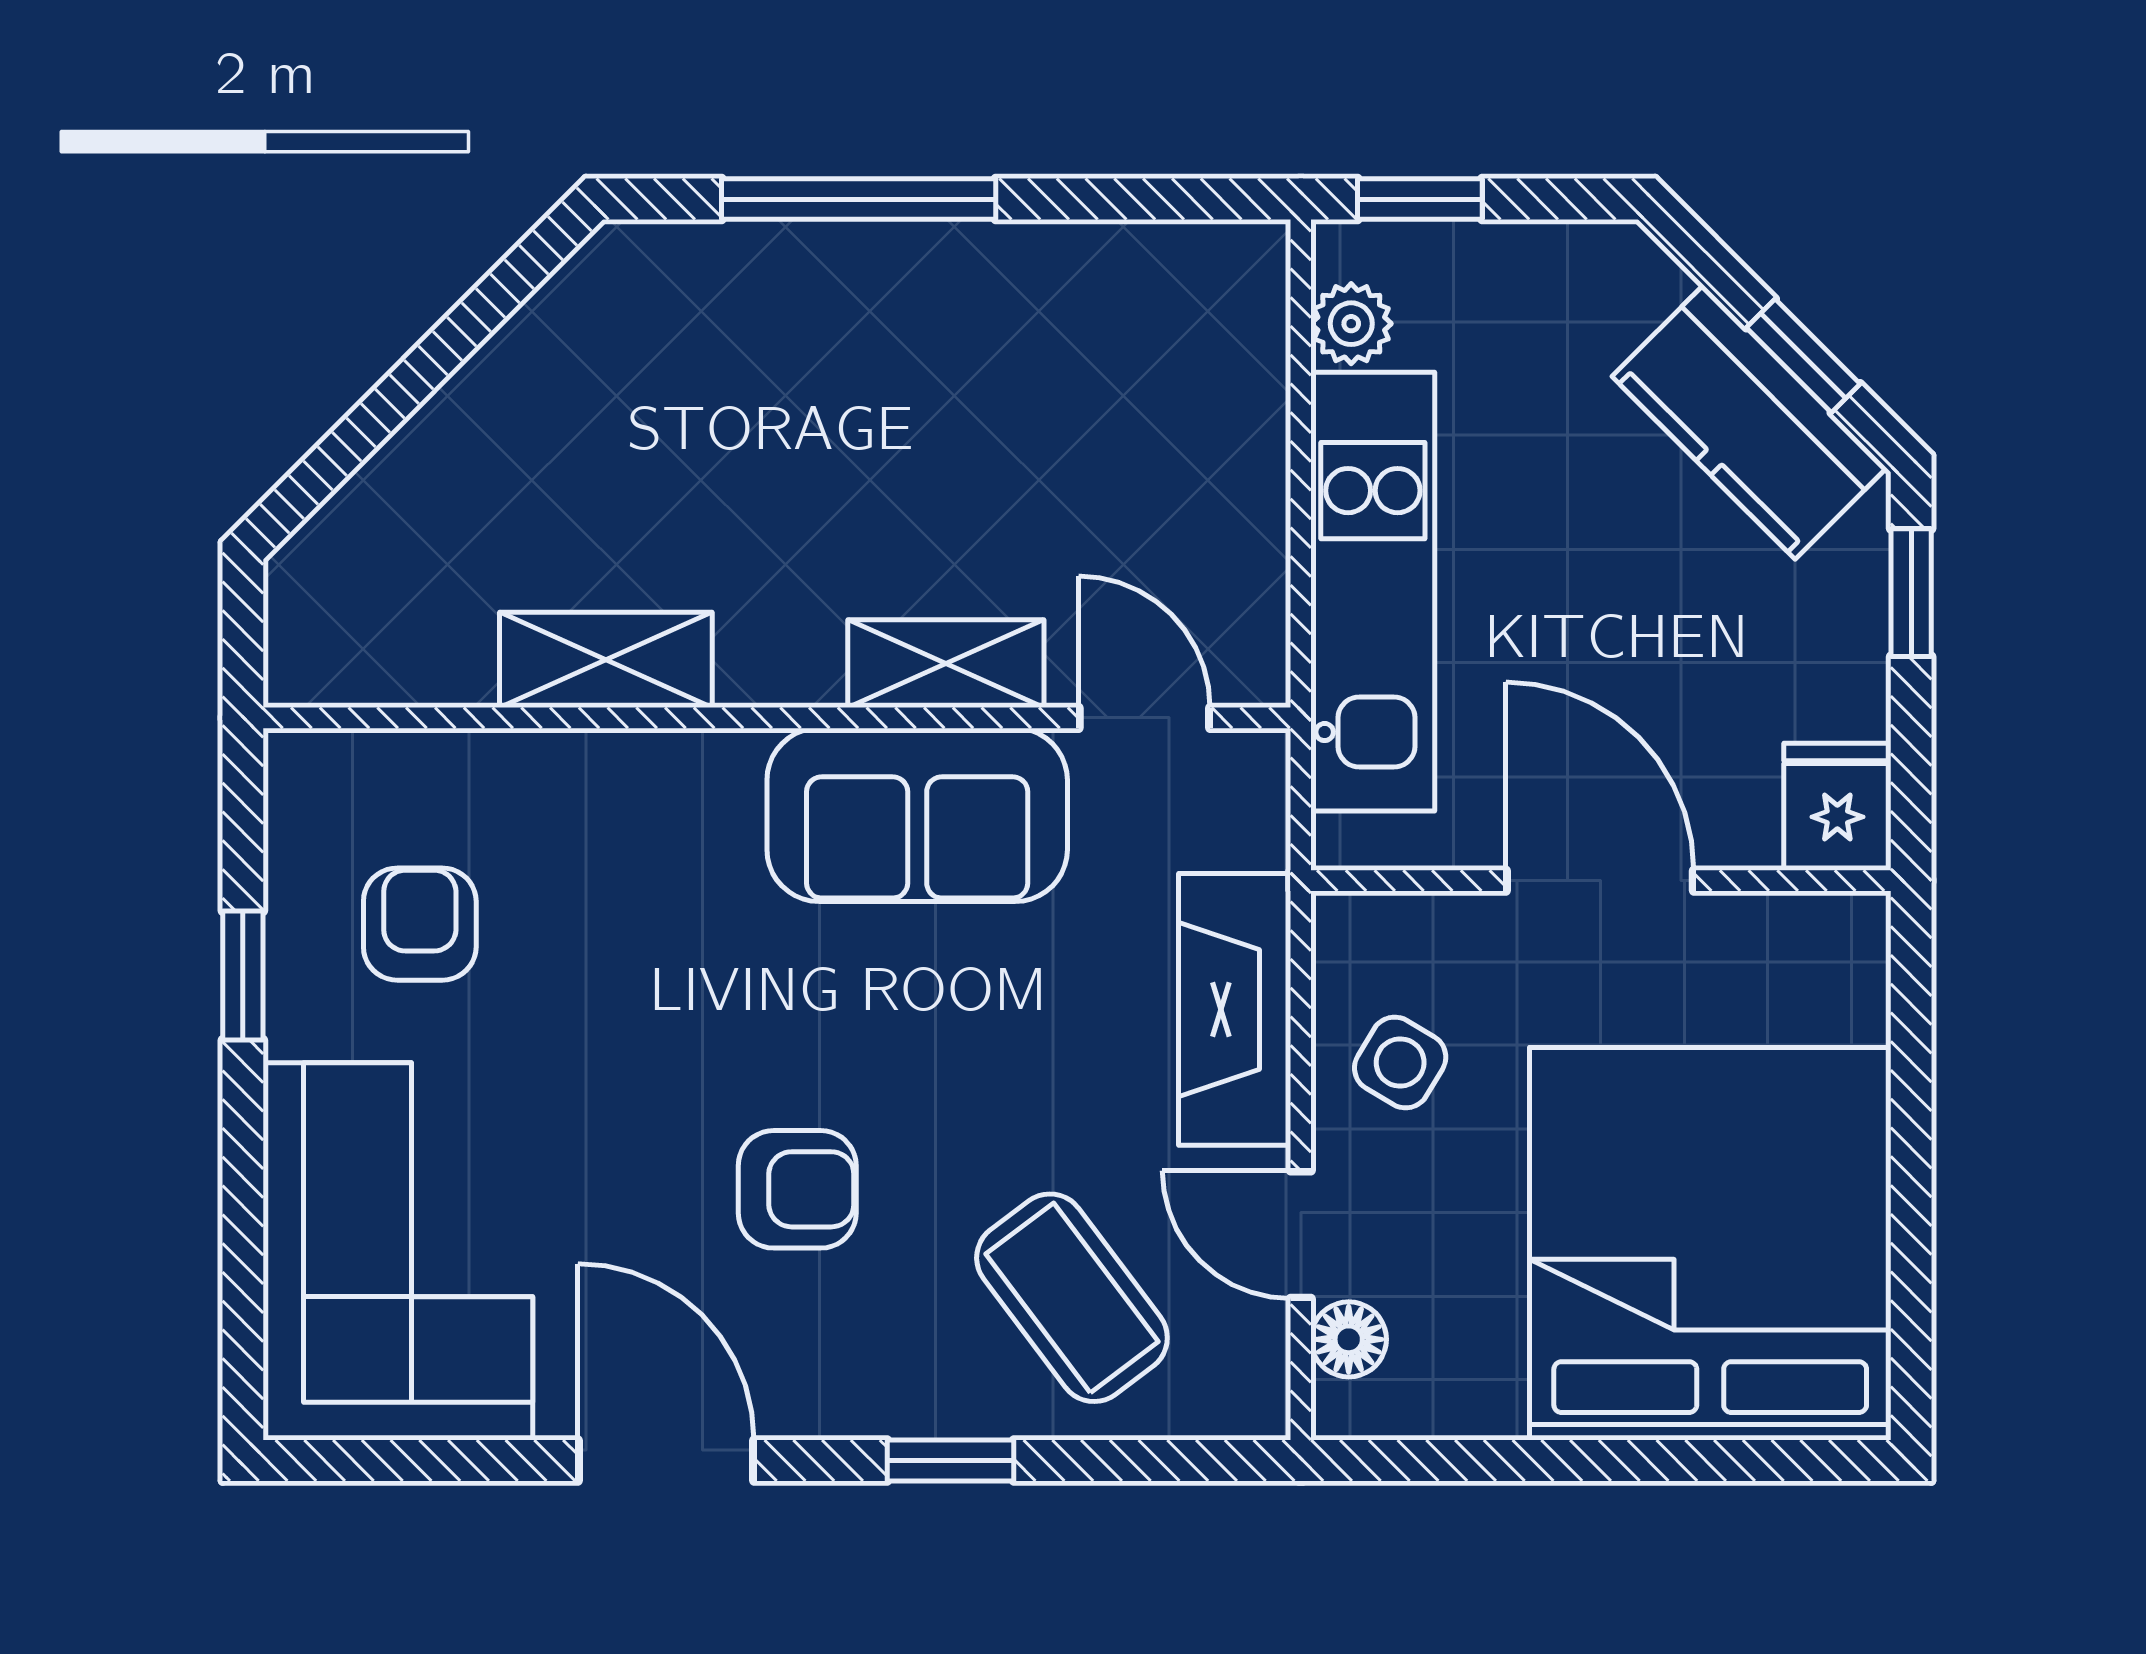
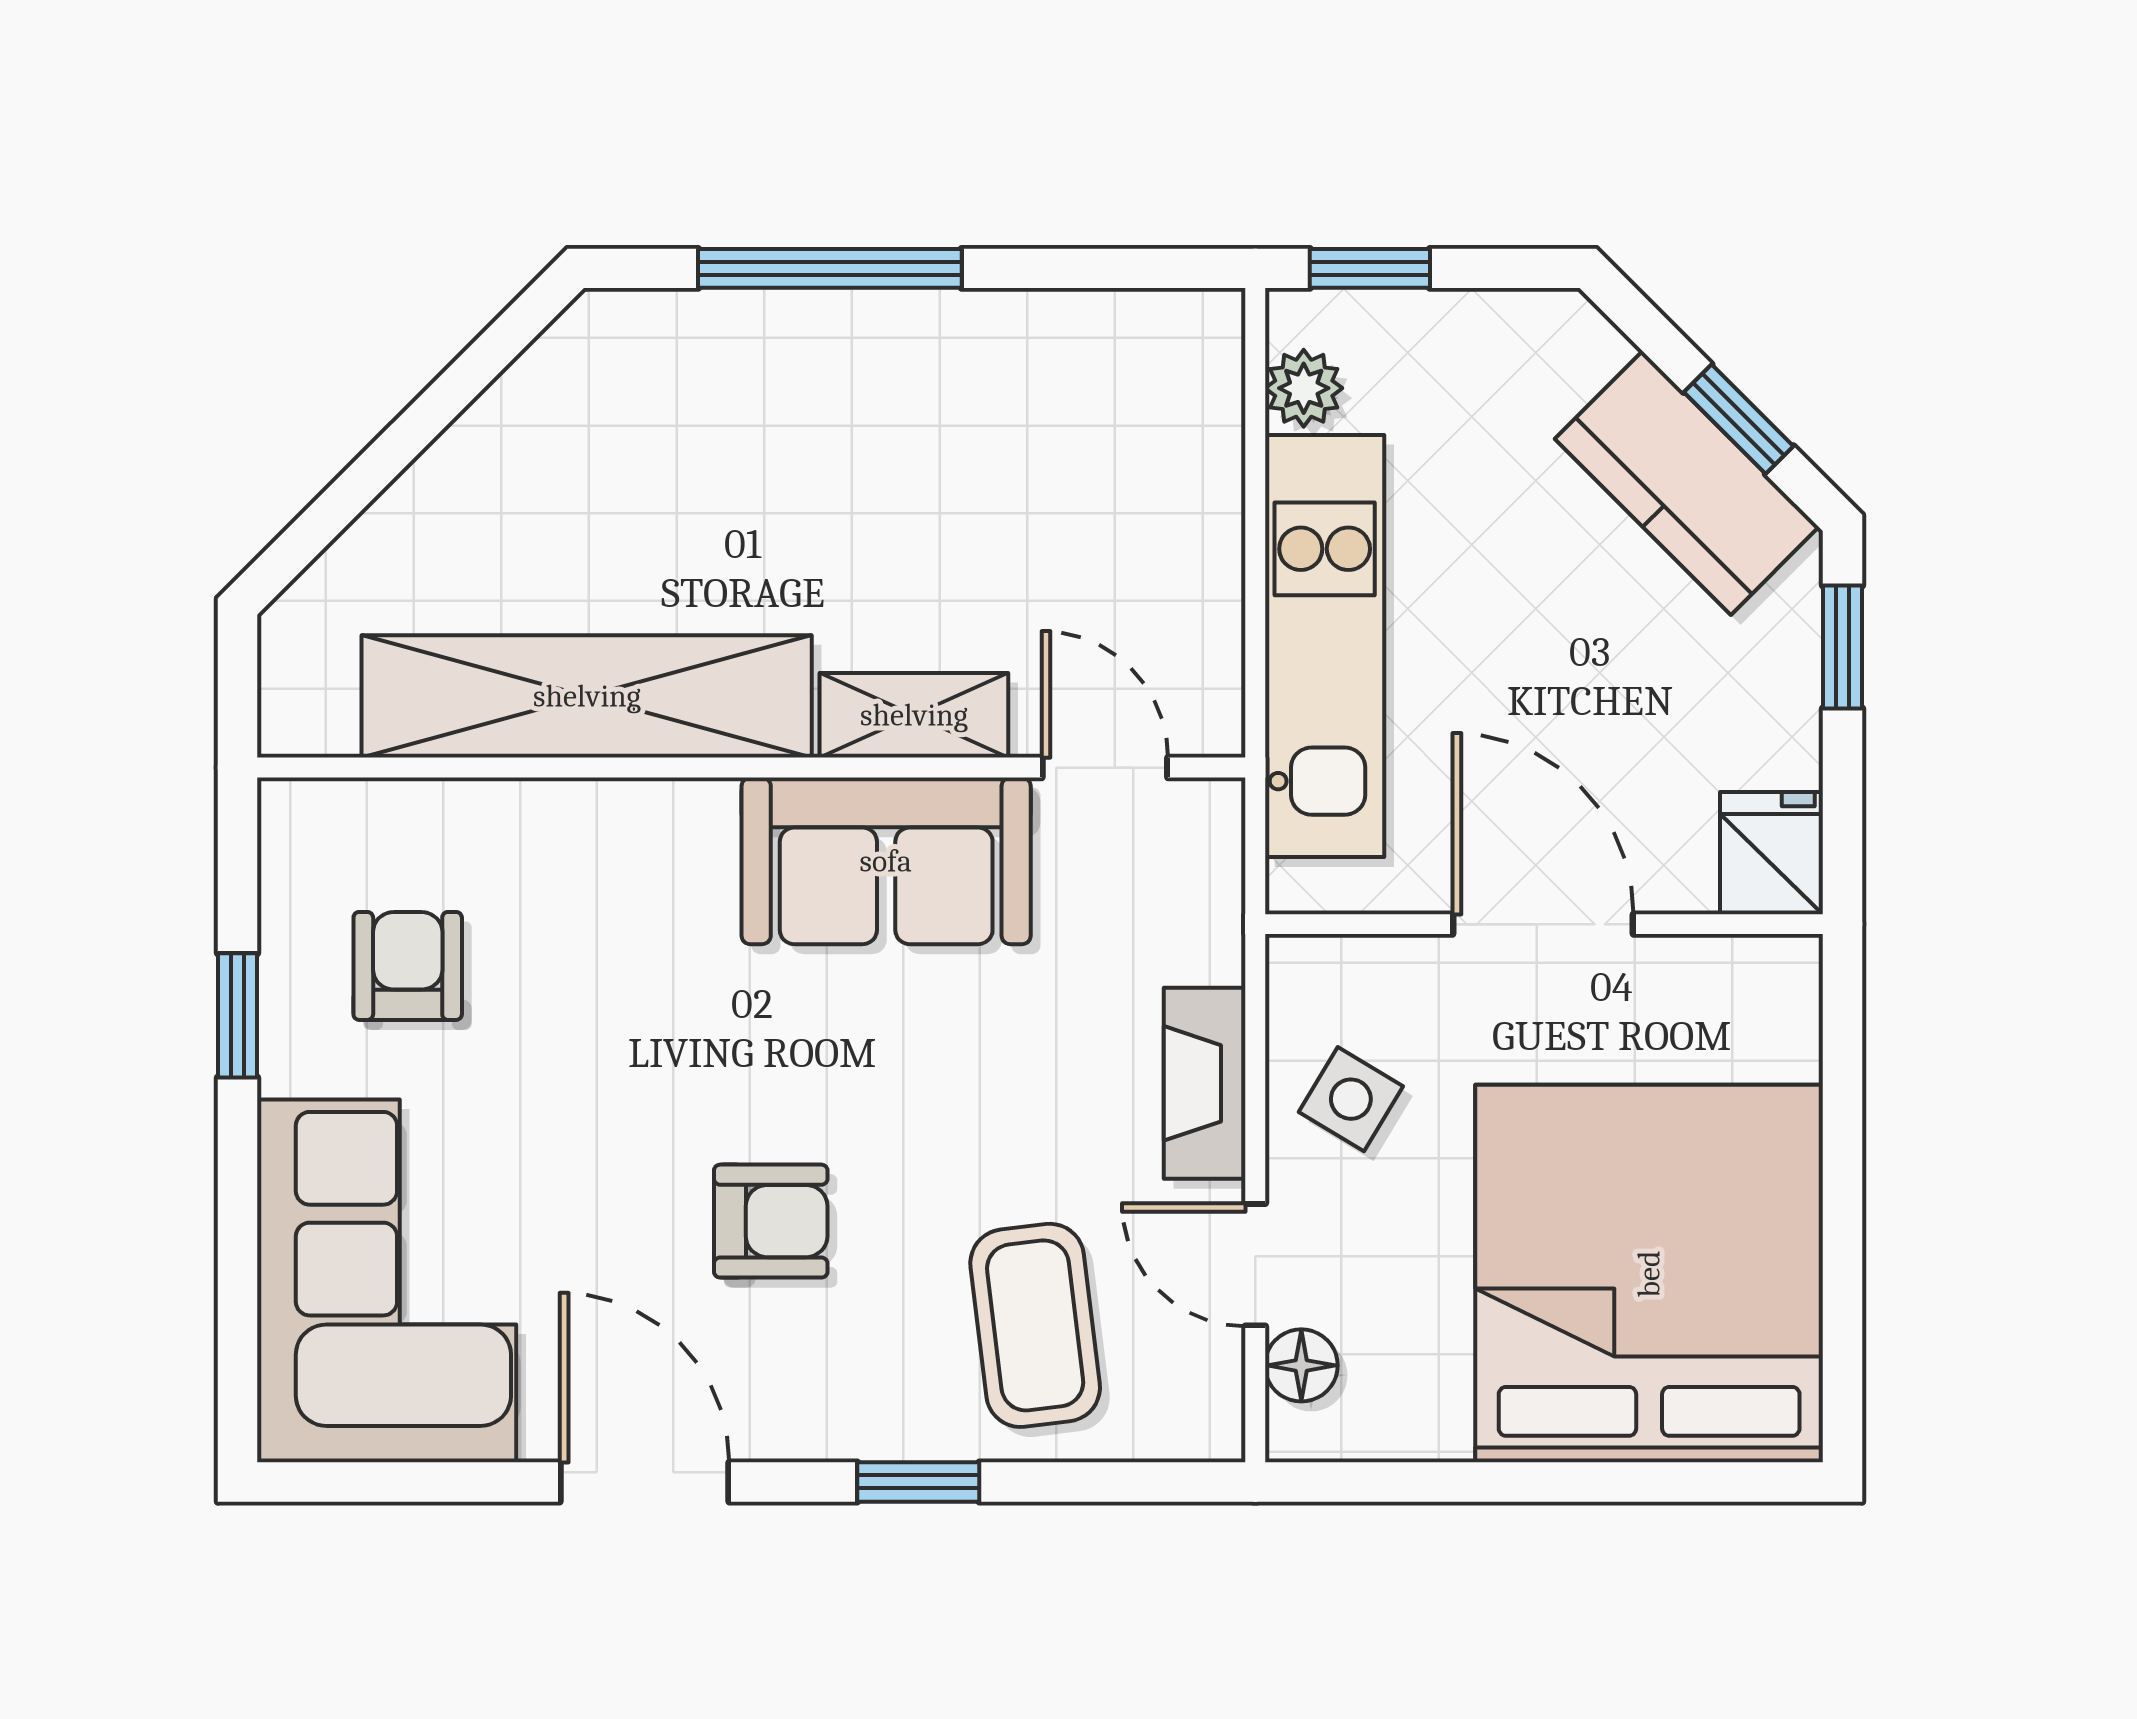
shelving: (606, 660) -> (587, 696), width x2.20, depth x1.33
fireplace: (1235, 1009) -> (1205, 1083), width x0.73, depth x0.76
coffee table: (1072, 1298) -> (1035, 1325), turned 30

